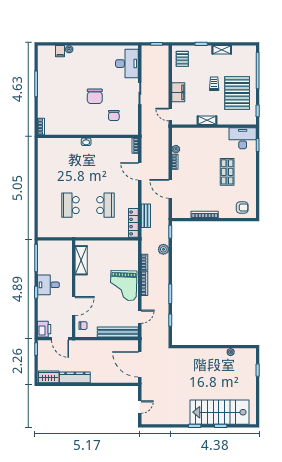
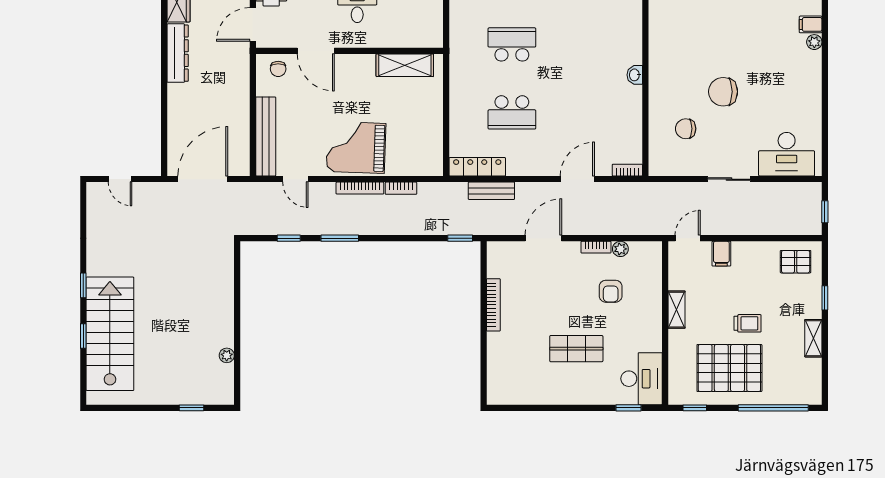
filing cabinet: (178, 92) -> (721, 254), width x0.50
armchair: (242, 208) -> (611, 291), moved
plant: (163, 249) -> (426, 225), removed

